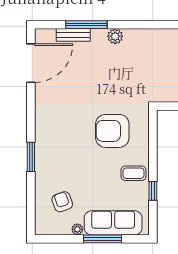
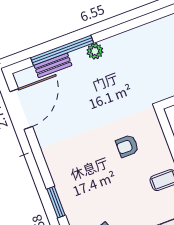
window: (86, 25) -> (62, 50), width x1.46
armchair: (112, 131) -> (127, 146), width x0.53, depth x0.53

